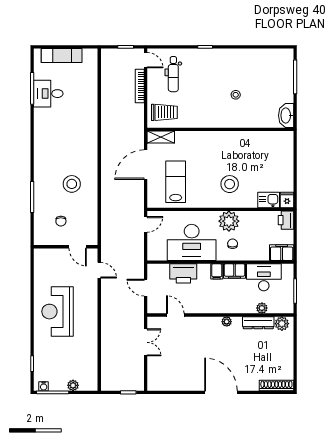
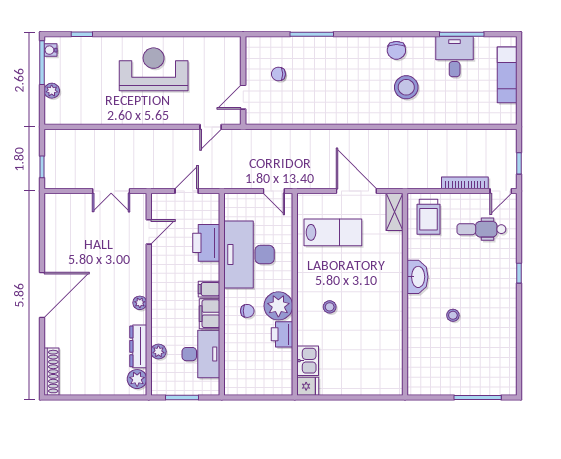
washbasin: (286, 115) -> (418, 277), moved, turned 90
chair: (44, 136) -> (396, 50), added
stool: (72, 184) -> (406, 87), moved
stool: (230, 184) -> (330, 307), width x0.53, depth x0.53
printer: (286, 220) -> (282, 334), moved, turned -90
filing cabinet: (282, 253) -> (235, 379), removed

